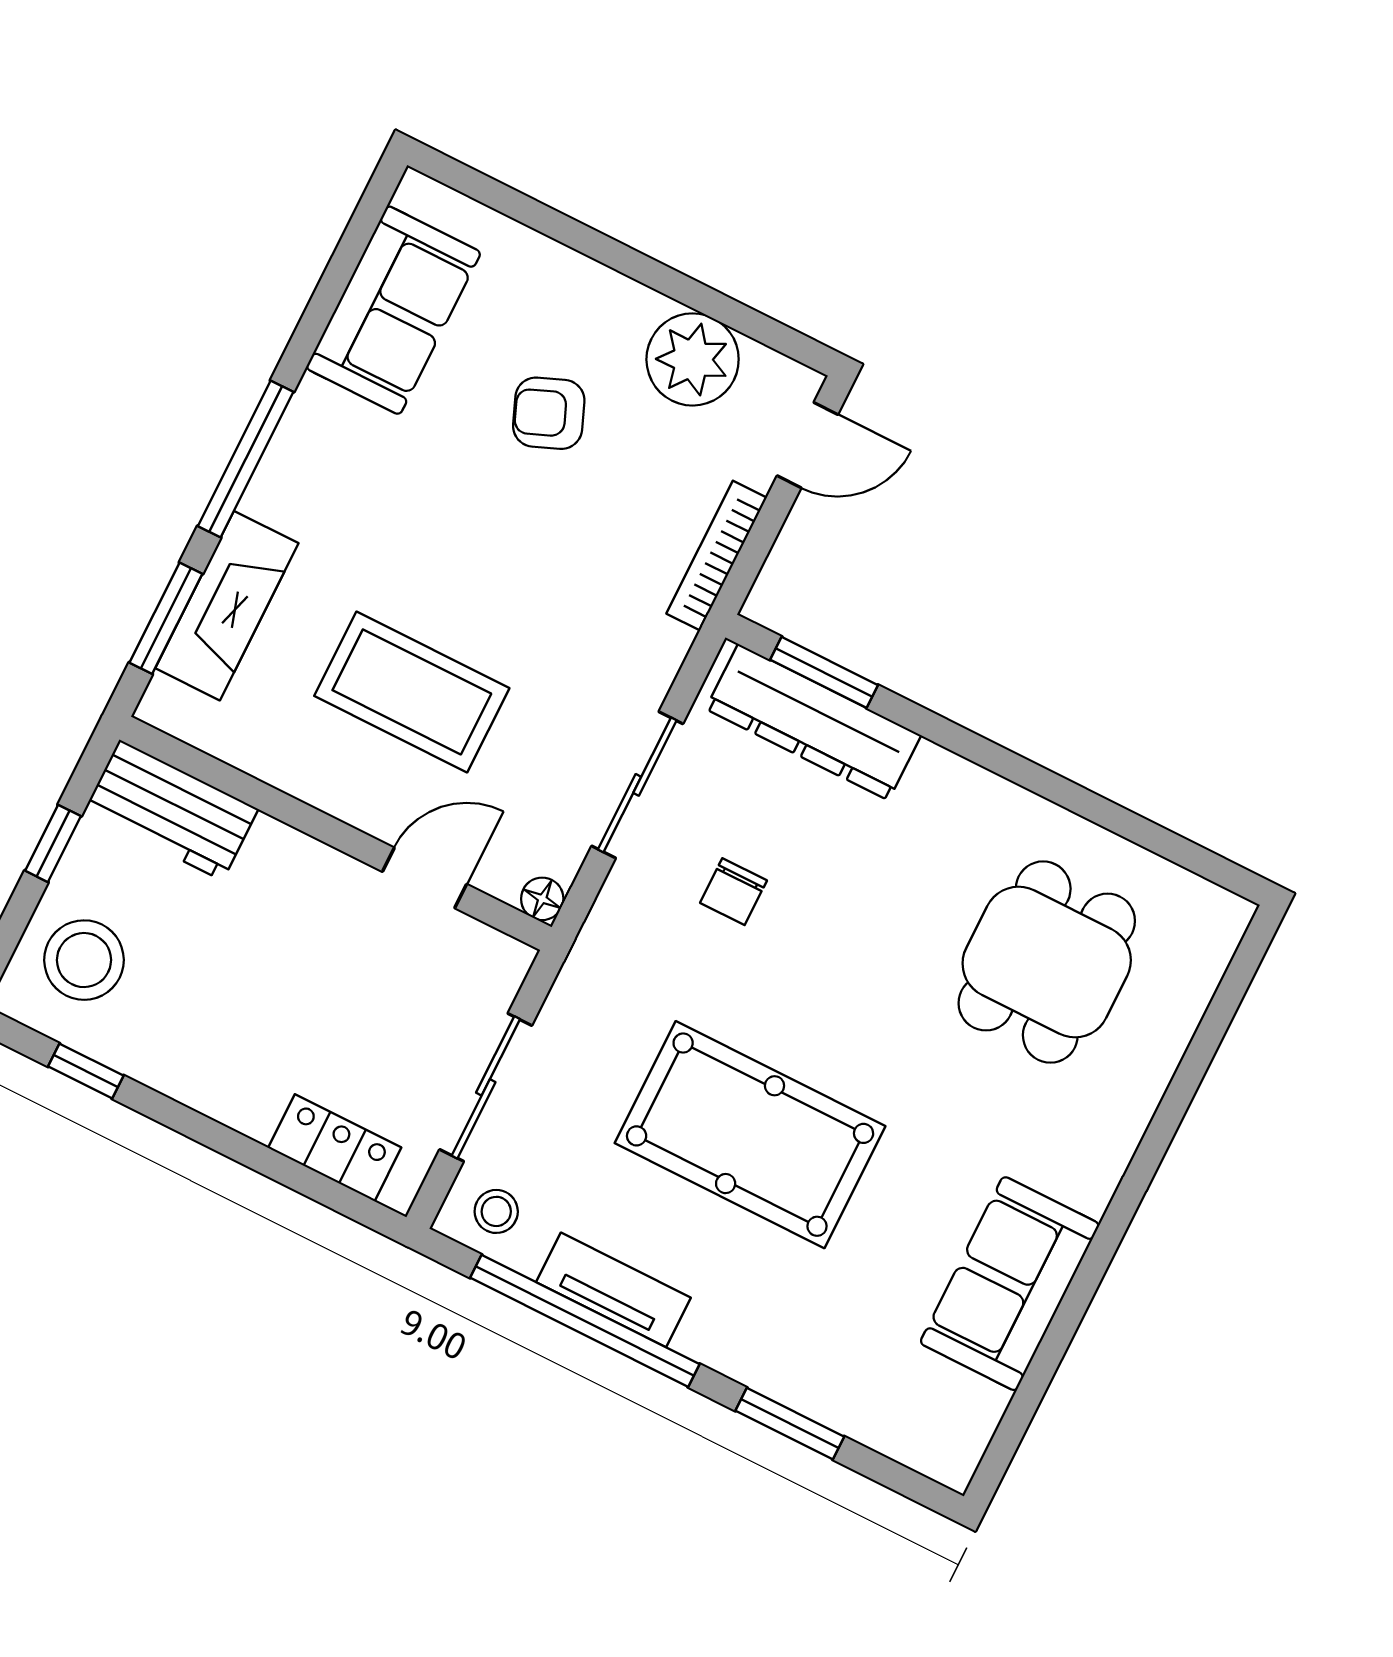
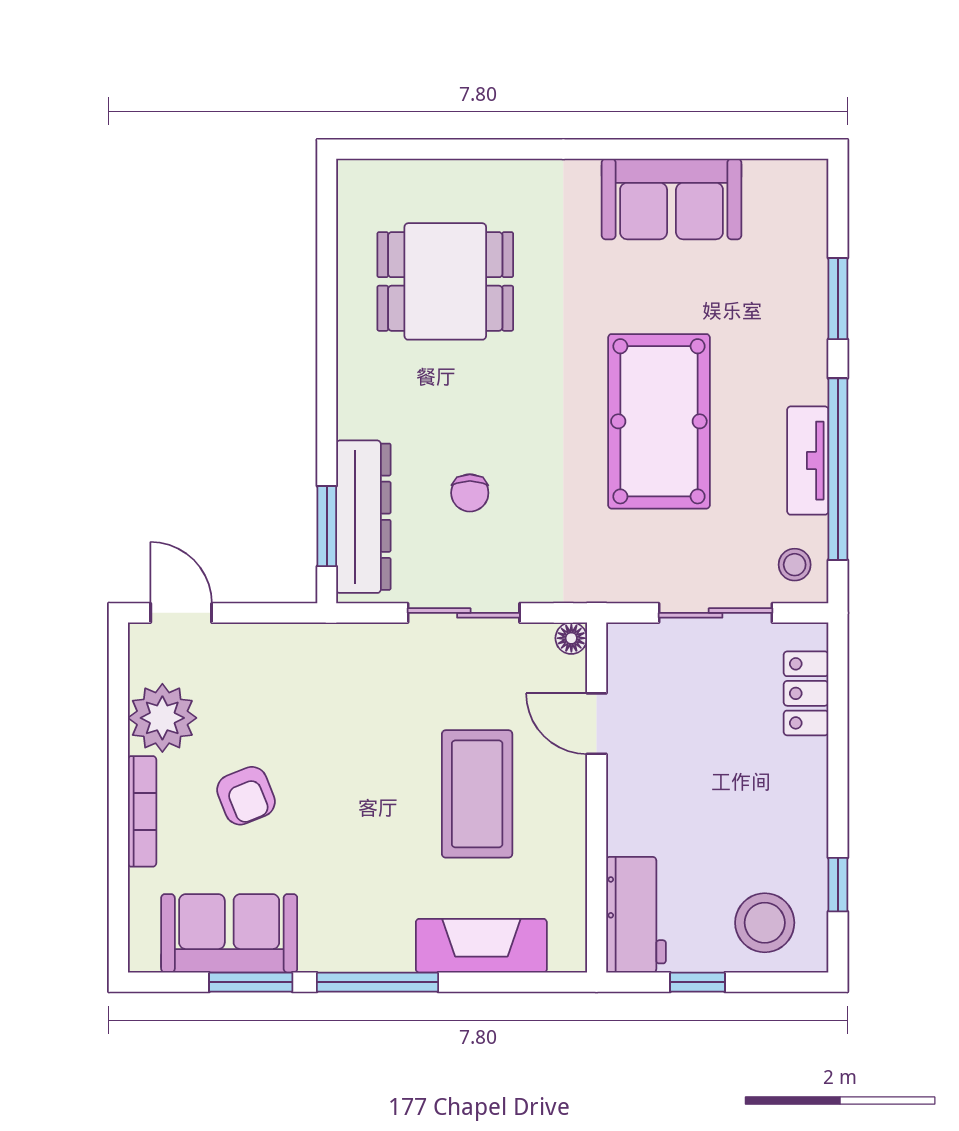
bookcase: (717, 556) -> (142, 811), moved, turned -90
window: (166, 618) -> (251, 982), moved
chair: (734, 892) -> (470, 493), moved, turned 90

